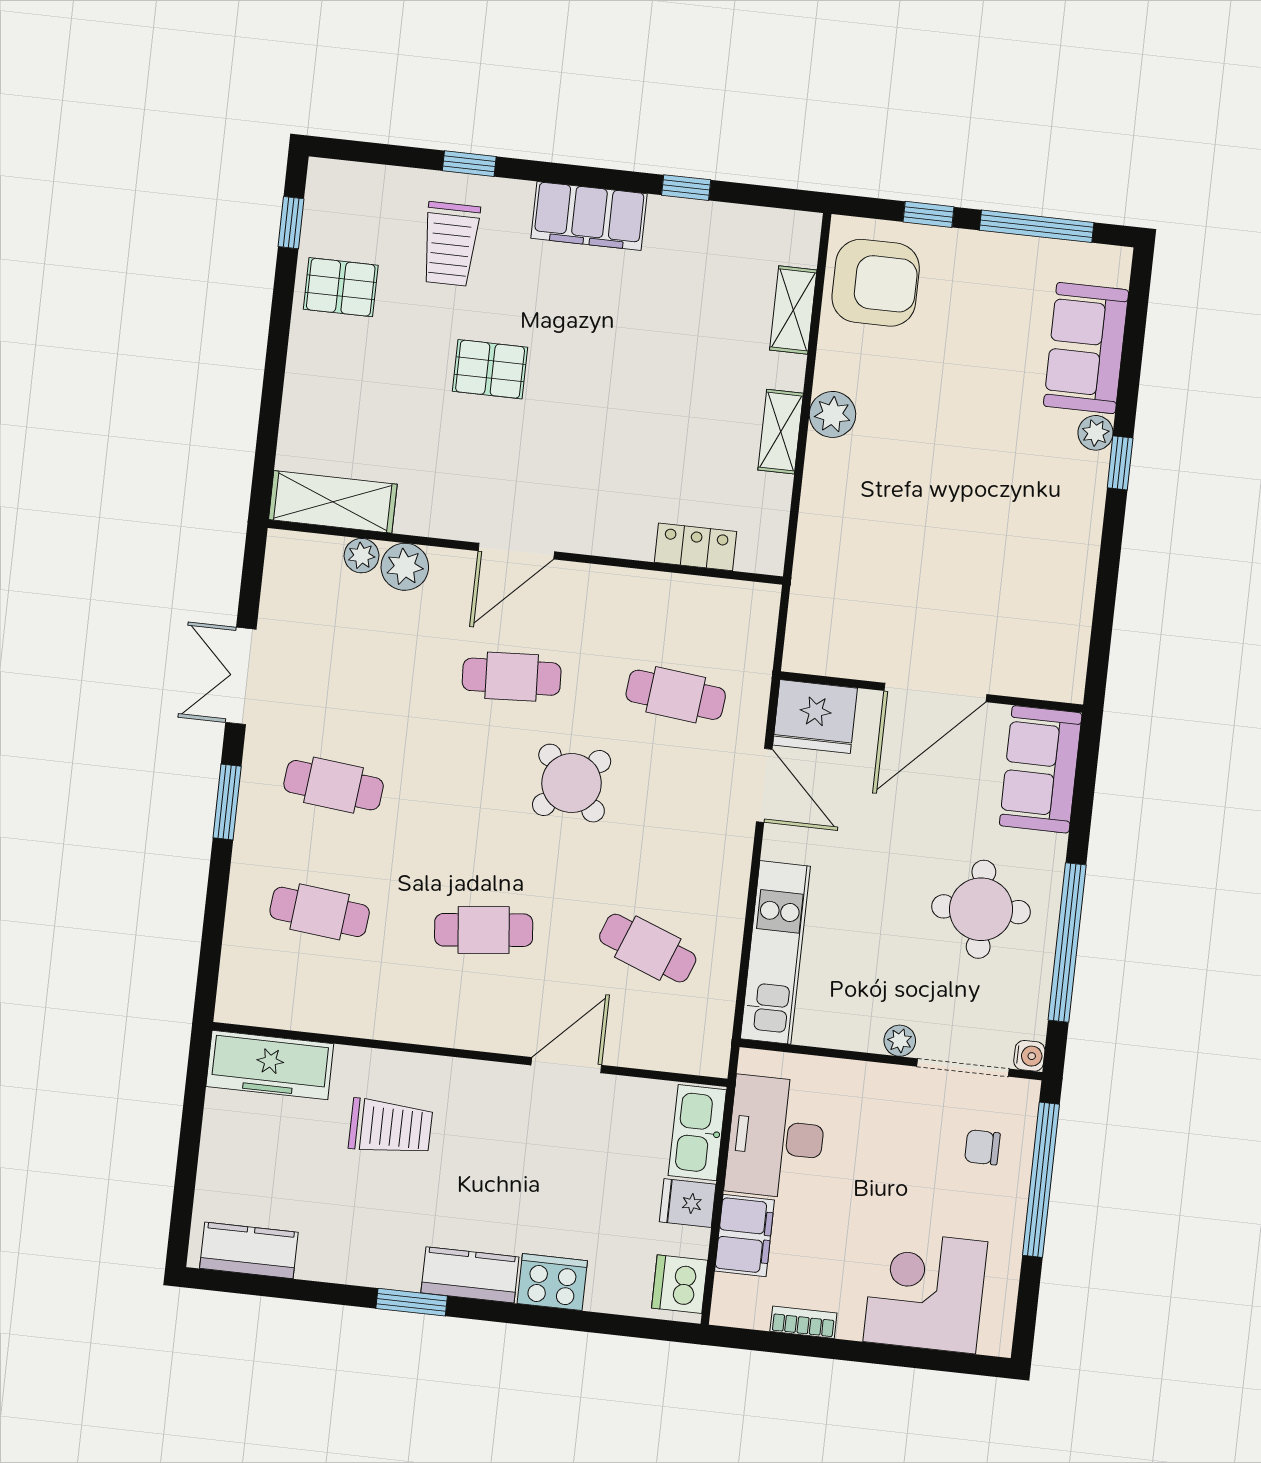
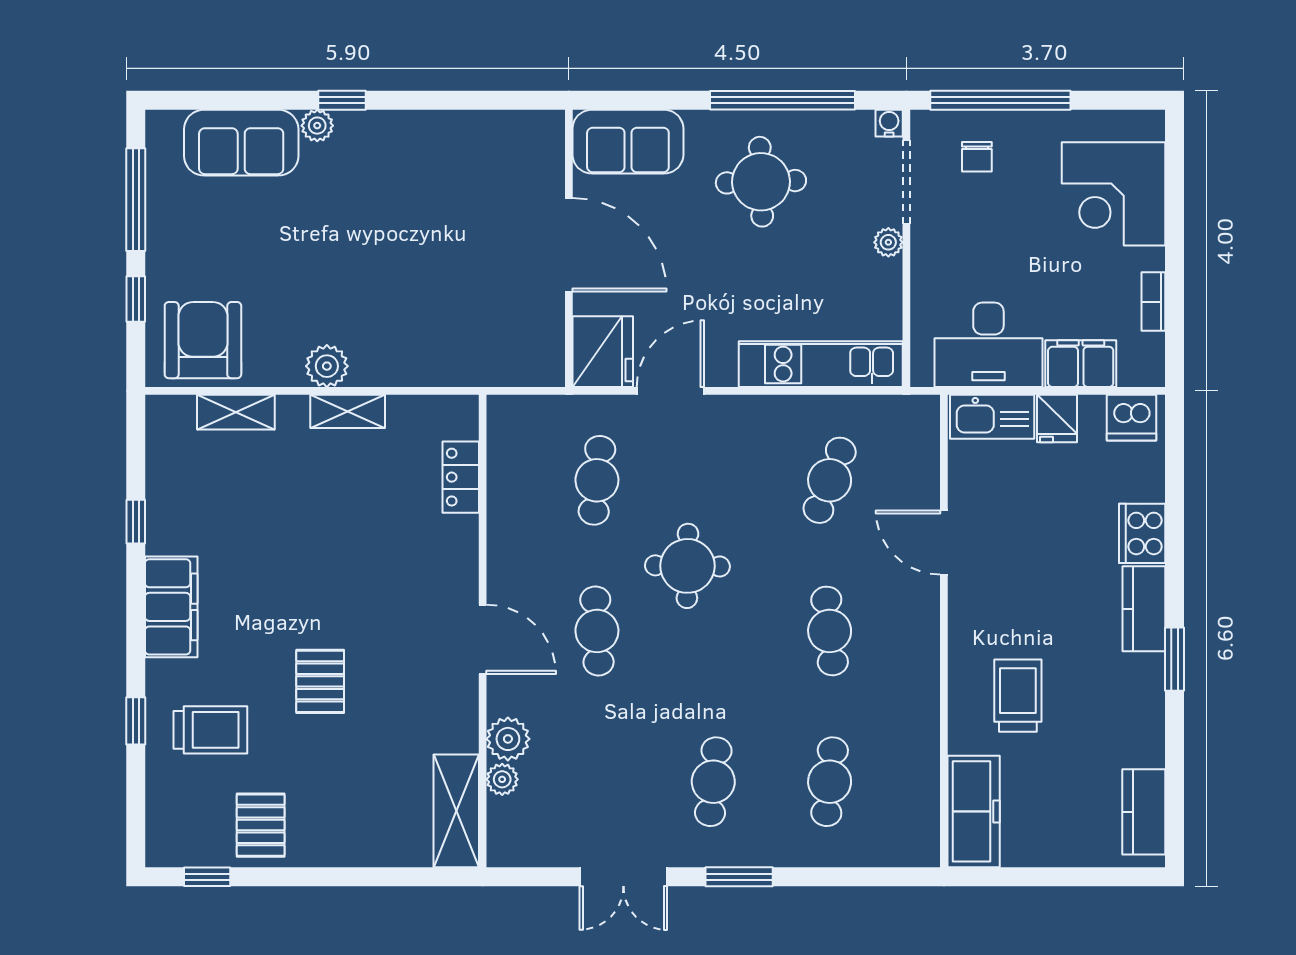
round table: (572, 783) -> (687, 566), turned 45

